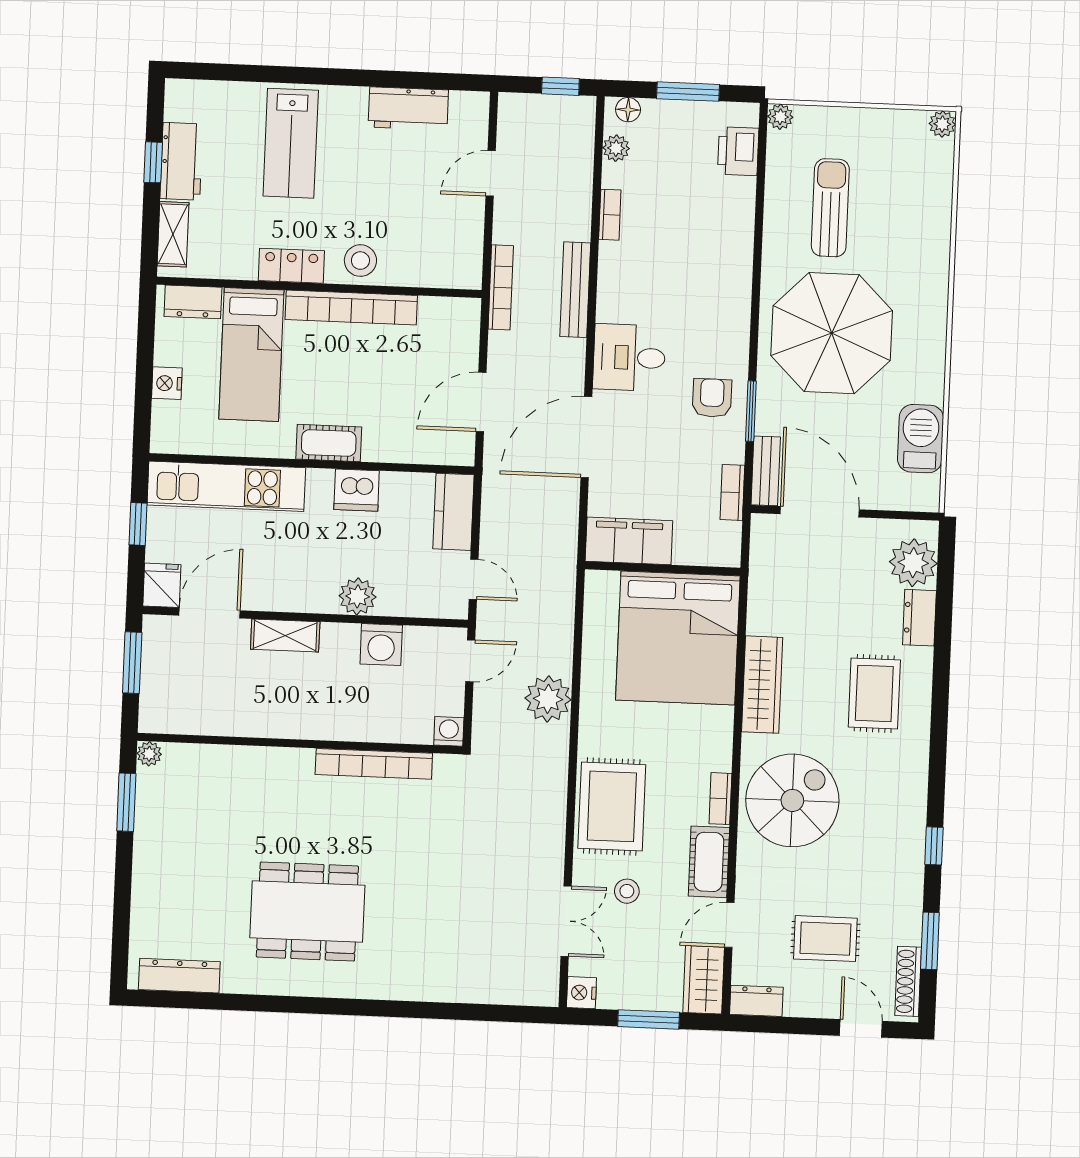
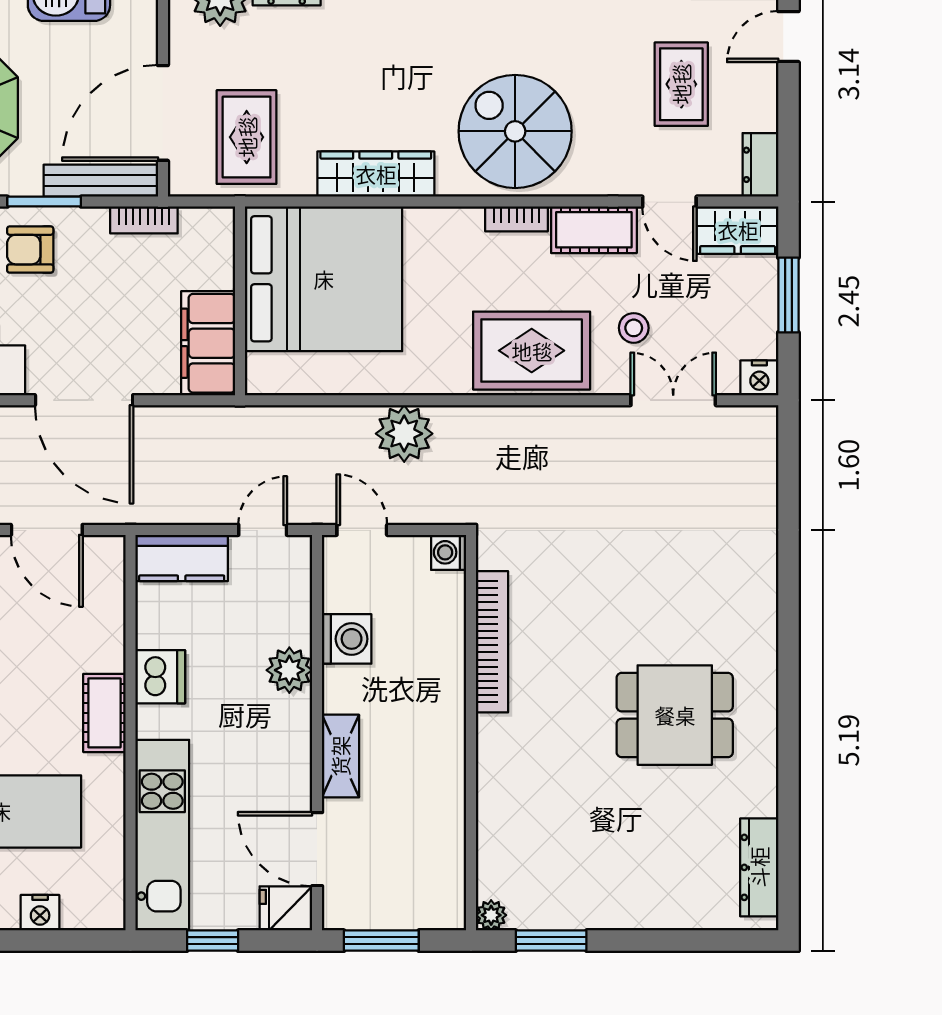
bench: (766, 471) -> (101, 181), width x1.36
rug: (874, 693) -> (247, 137), moved, turned 90
dining table: (307, 912) -> (675, 715), width x0.73

